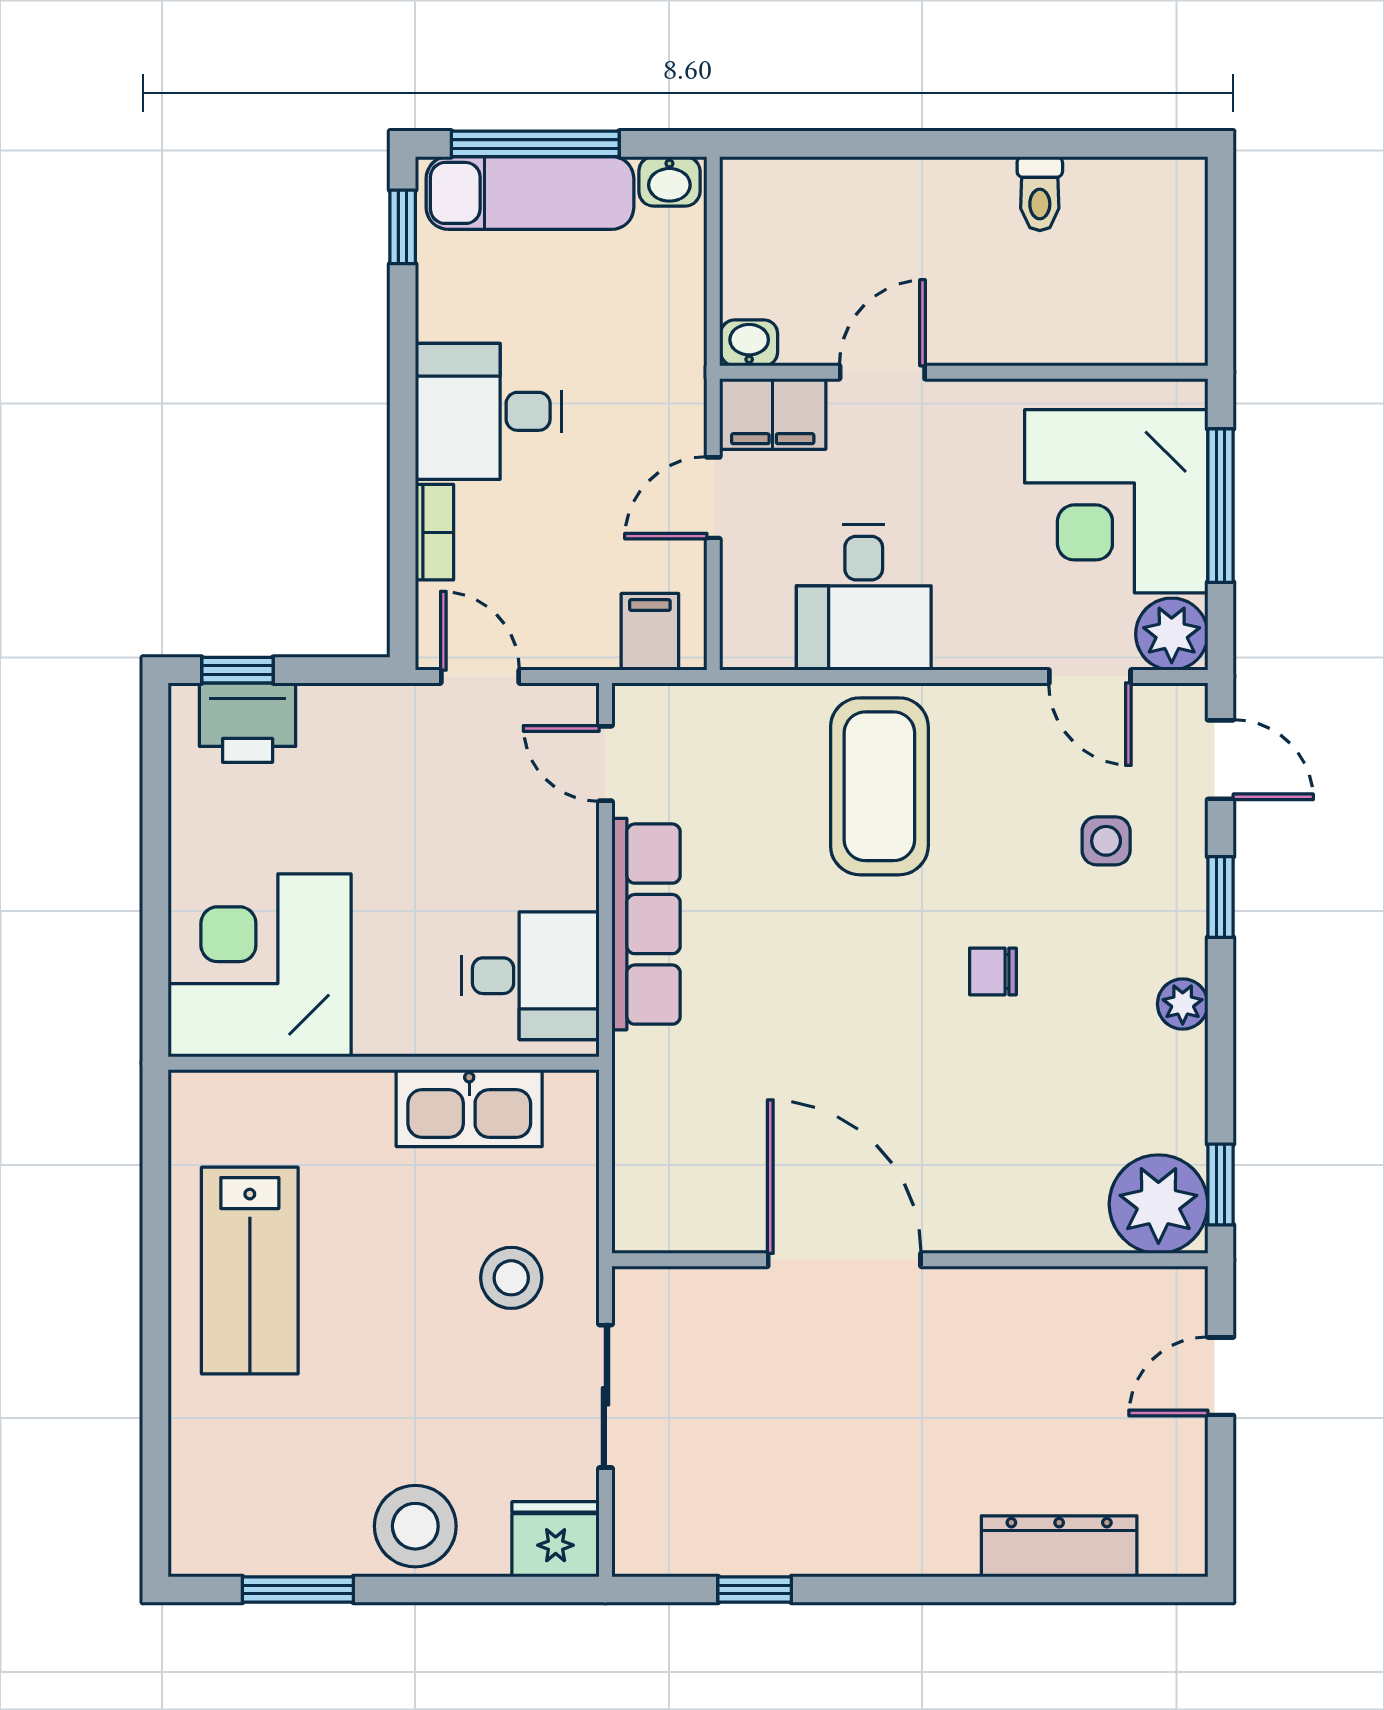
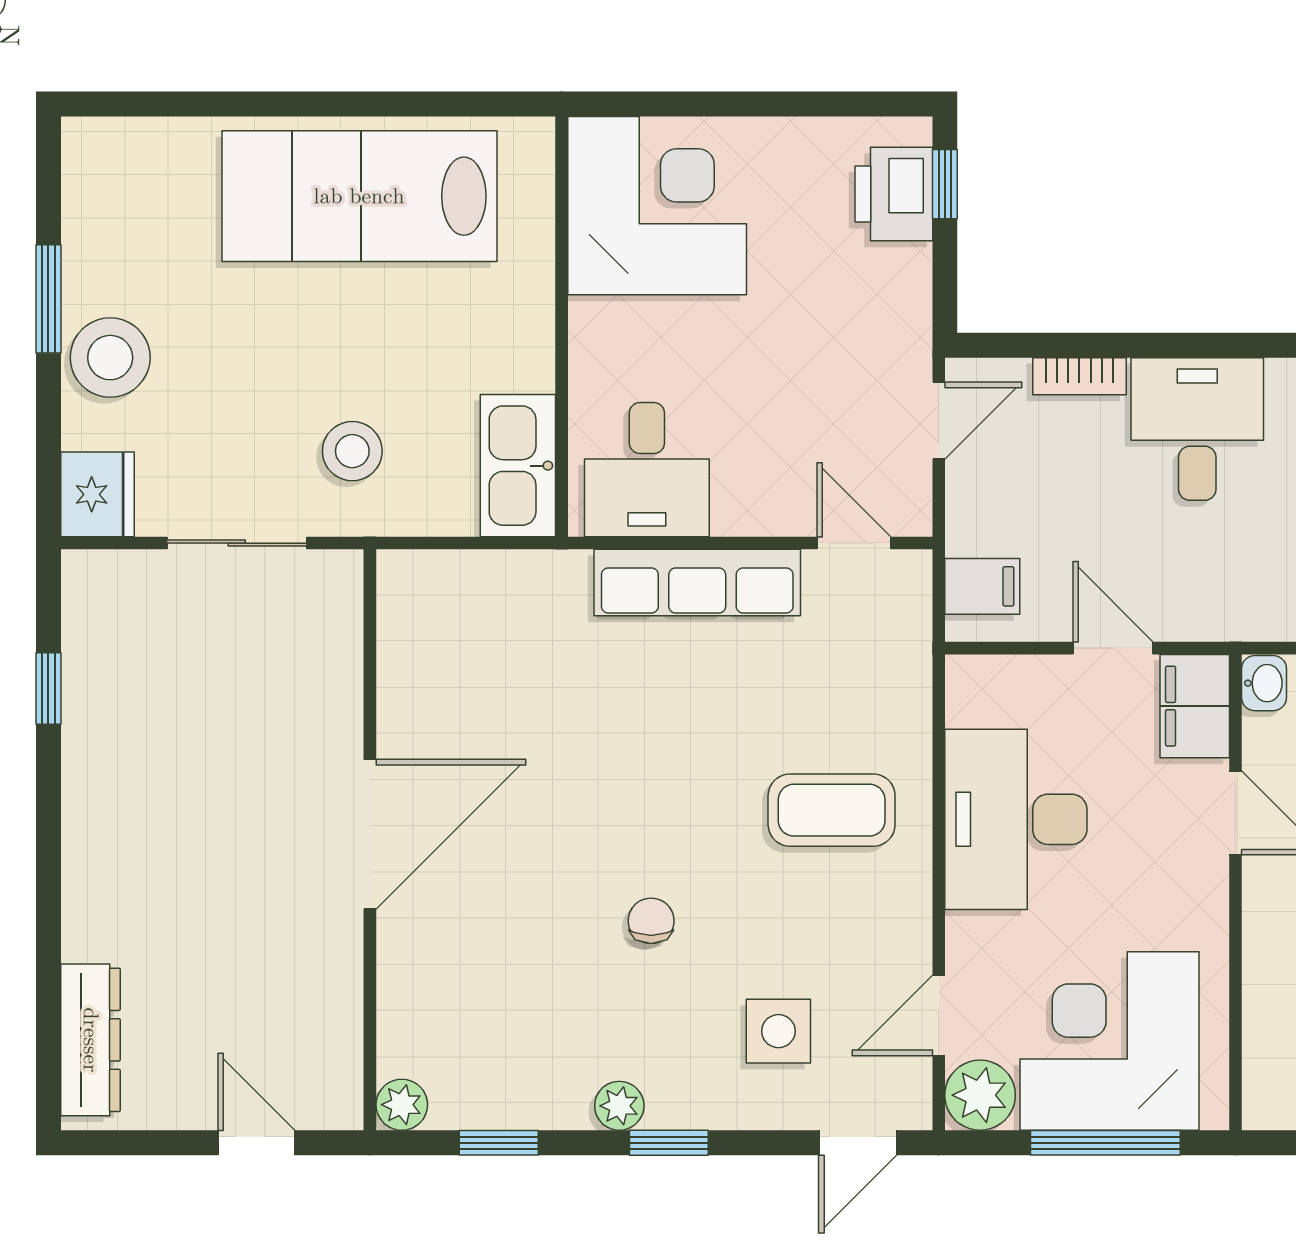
desk: (864, 597) -> (1016, 819), width x1.37
door: (605, 764) -> (854, 543), hinge flipped
coffee table: (879, 786) -> (832, 810), width x0.73, depth x0.76
side table: (1106, 841) -> (778, 1031), width x1.37, depth x1.37
window: (1220, 897) -> (669, 1143), moved
kitchen sink: (469, 1108) -> (518, 466), moved
window: (1220, 1185) -> (499, 1143), moved
plant: (1158, 1204) -> (402, 1105), width x0.53, depth x0.53
door: (844, 1260) -> (370, 834), moved
lab bench: (250, 1271) -> (359, 196), width x1.36, depth x1.39
dresser: (1059, 1546) -> (91, 1040), moved
window: (298, 1589) -> (48, 299), moved

